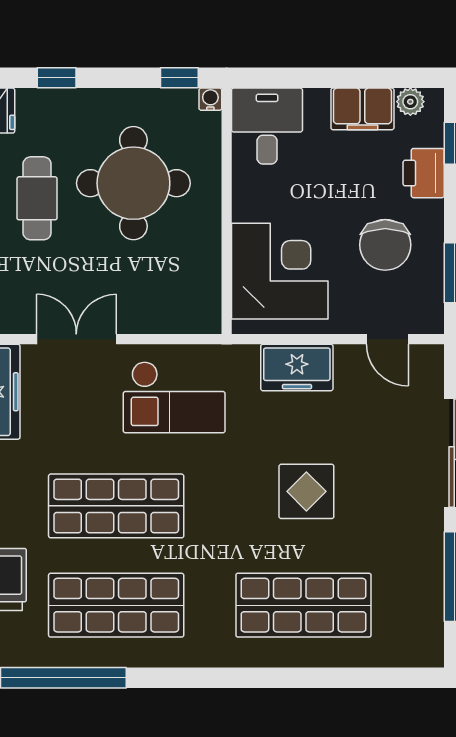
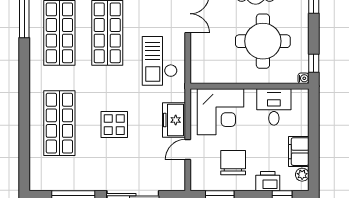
desk: (267, 126) -> (274, 107), moved, turned -90
chair: (385, 245) -> (233, 163), turned 90
door: (387, 339) -> (188, 150), moved

